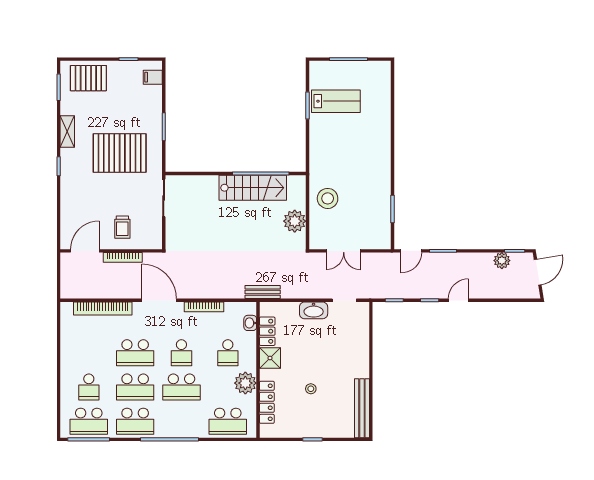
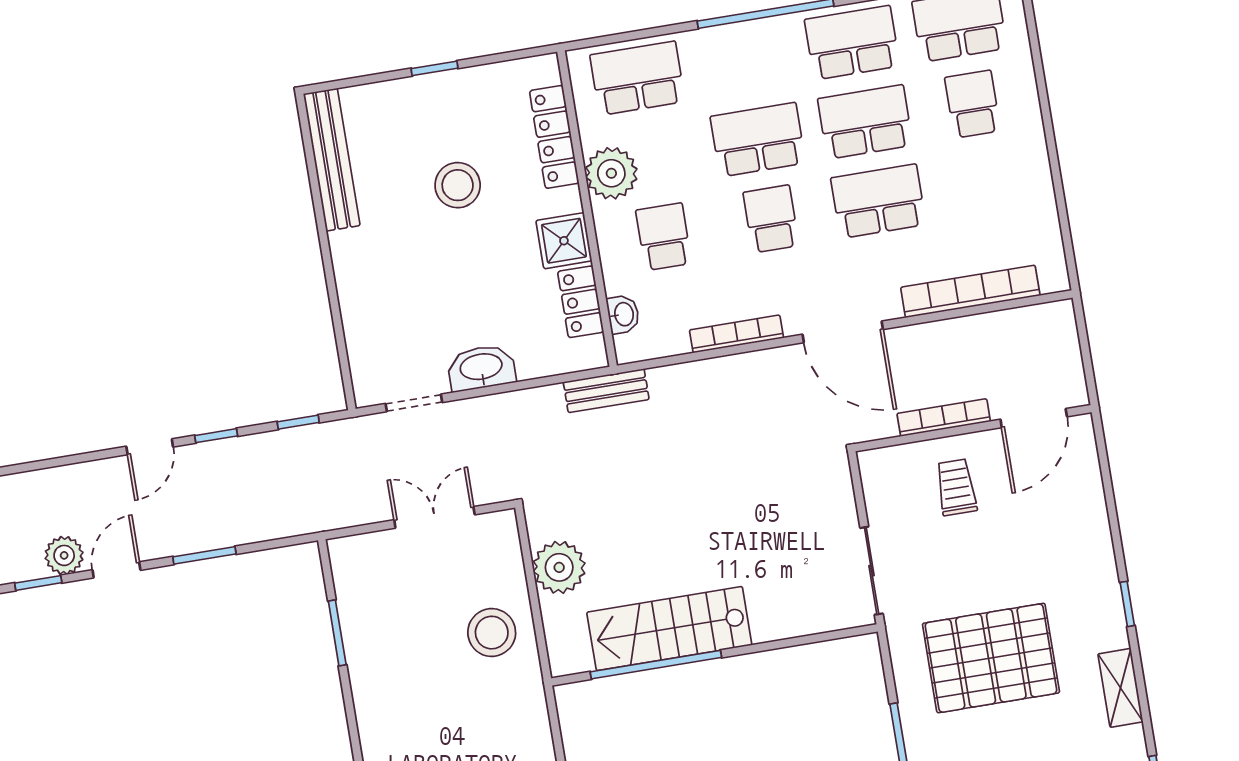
door: (411, 251) -> (116, 570), moved
stool: (311, 389) -> (458, 185), width x1.89, depth x1.89

